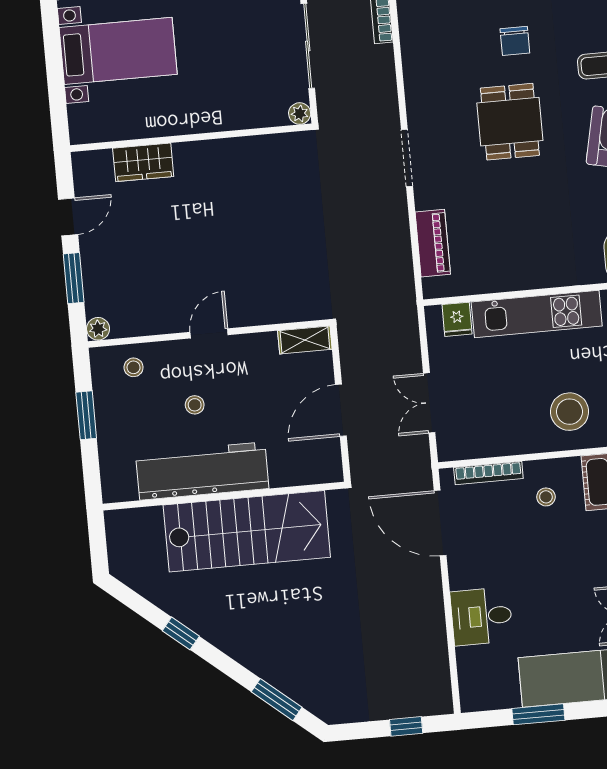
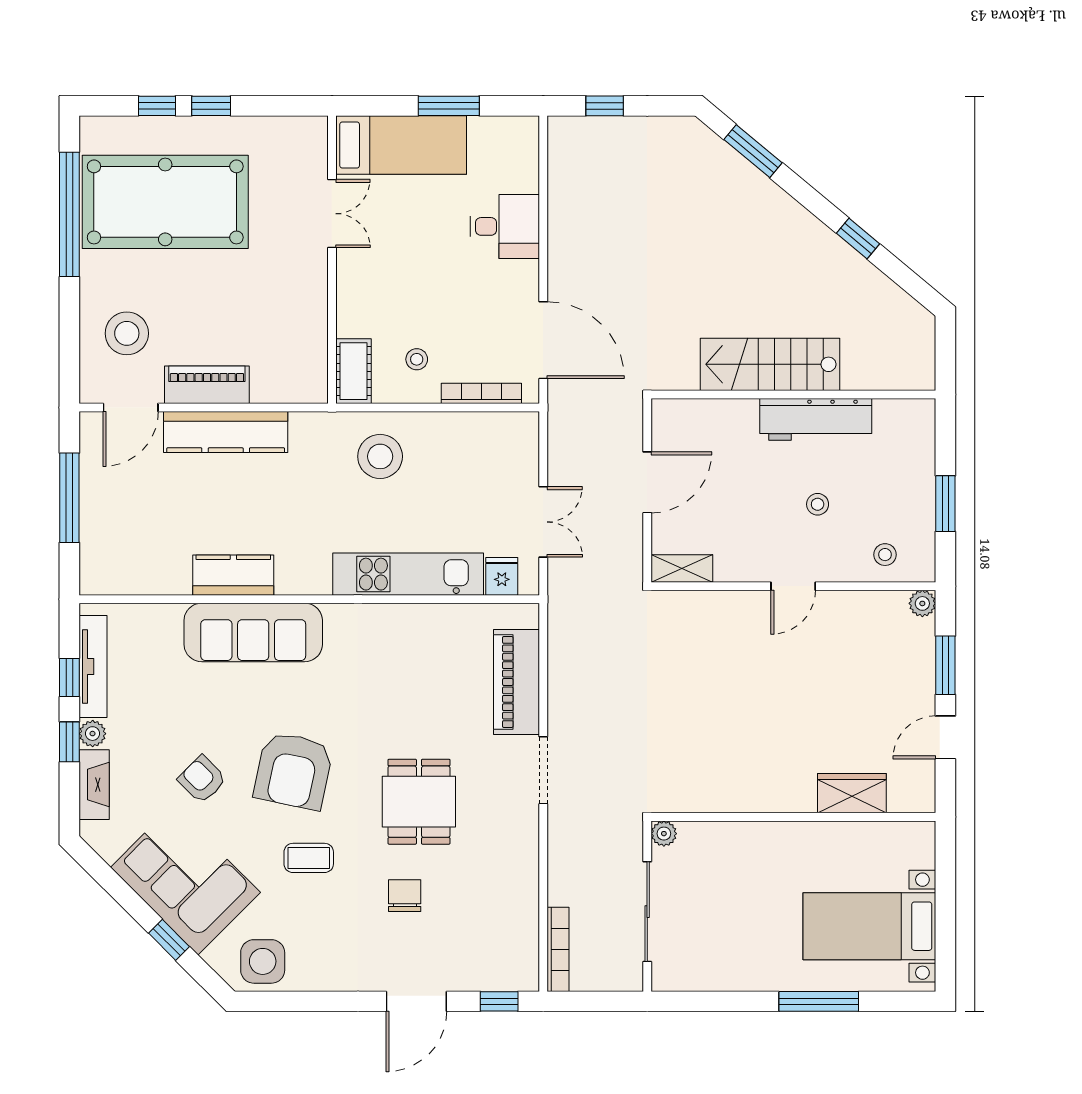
piano: (433, 243) -> (516, 682), width x1.37, depth x1.33
double door: (429, 403) -> (543, 522), moved
workbench: (202, 471) -> (816, 419), width x0.73, depth x0.76
stairs: (247, 531) -> (770, 364), width x0.73, depth x0.66

